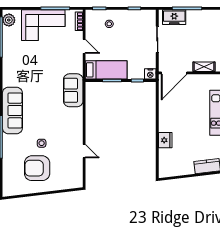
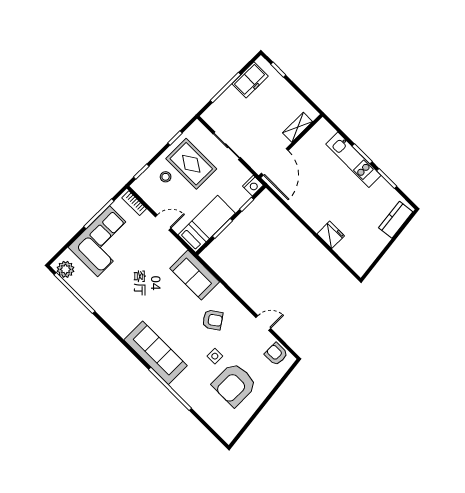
freezer: (174, 17) -> (250, 80), moved
rug: (129, 30) -> (191, 164), added
armchair: (59, 123) -> (213, 320), added
armchair: (75, 174) -> (276, 354), added

